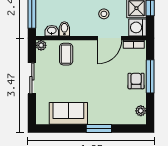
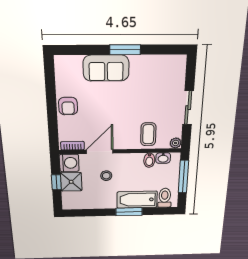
window: (150, 76) -> (52, 111), removed
plant: (141, 111) -> (61, 72), removed
sofa: (68, 113) -> (106, 68), moved
window: (99, 128) -> (125, 50), moved

